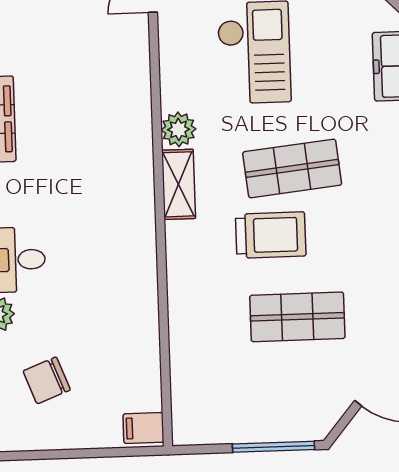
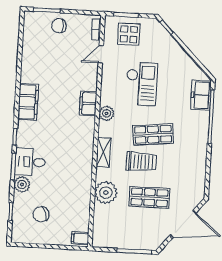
filing cabinet: (133, 110) -> (88, 104), added
shelving: (179, 184) -> (103, 152), moved
plant: (194, 315) -> (106, 193), added

